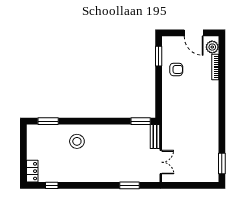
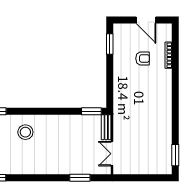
plant: (212, 47) -> (165, 35), removed
armchair: (176, 69) -> (143, 58), moved
double door: (161, 162) -> (112, 154), swing flipped

